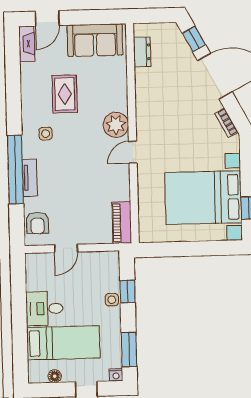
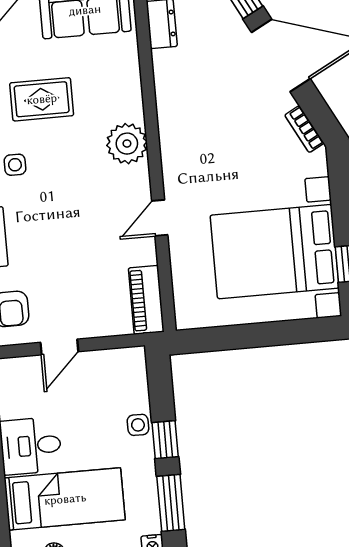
rug: (65, 94) -> (42, 99), turned 90
door: (133, 152) -> (160, 218), moved
window: (128, 292) -> (165, 440), moved

